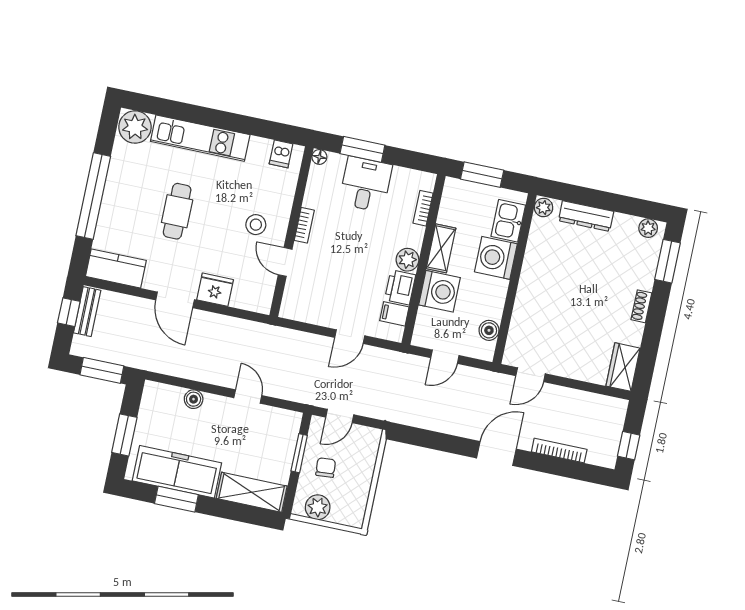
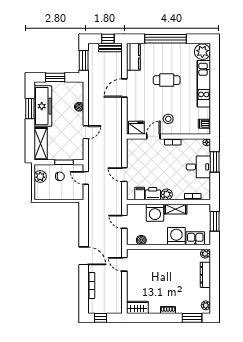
fridge: (215, 290) -> (136, 128), moved, turned -90

